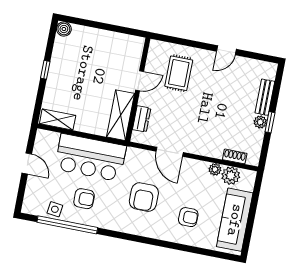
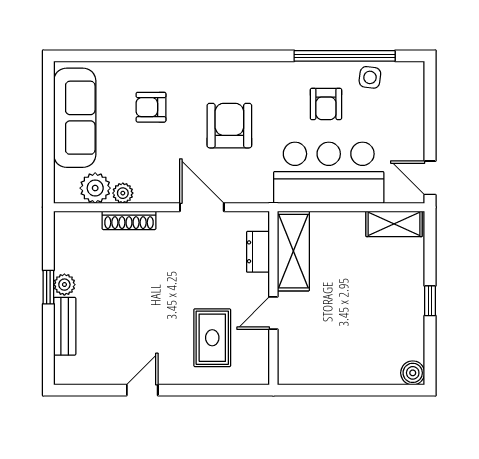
shoe rack: (235, 156) -> (129, 220), moved, width x1.43
door: (27, 164) -> (430, 178), moved
armchair: (84, 199) -> (326, 104), turned -90

